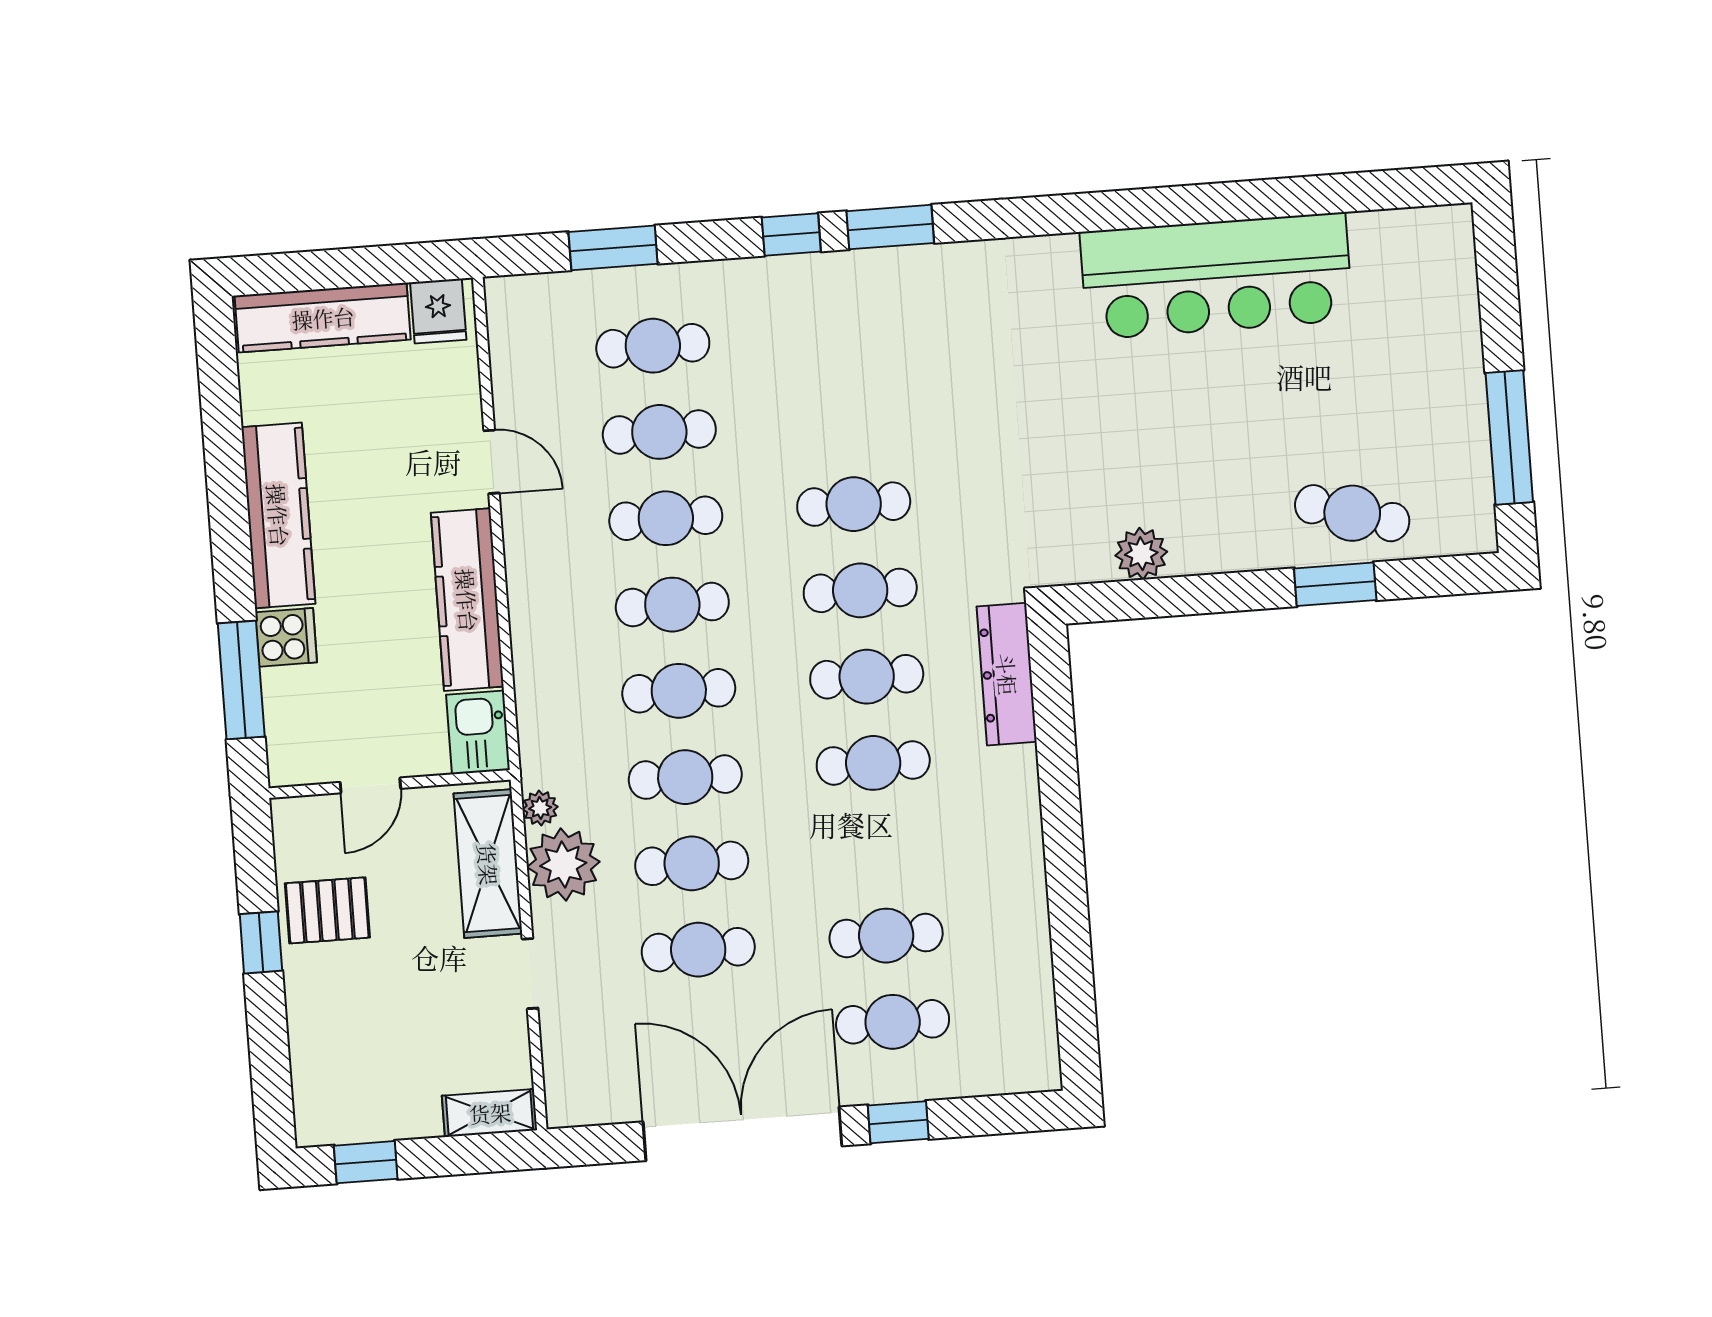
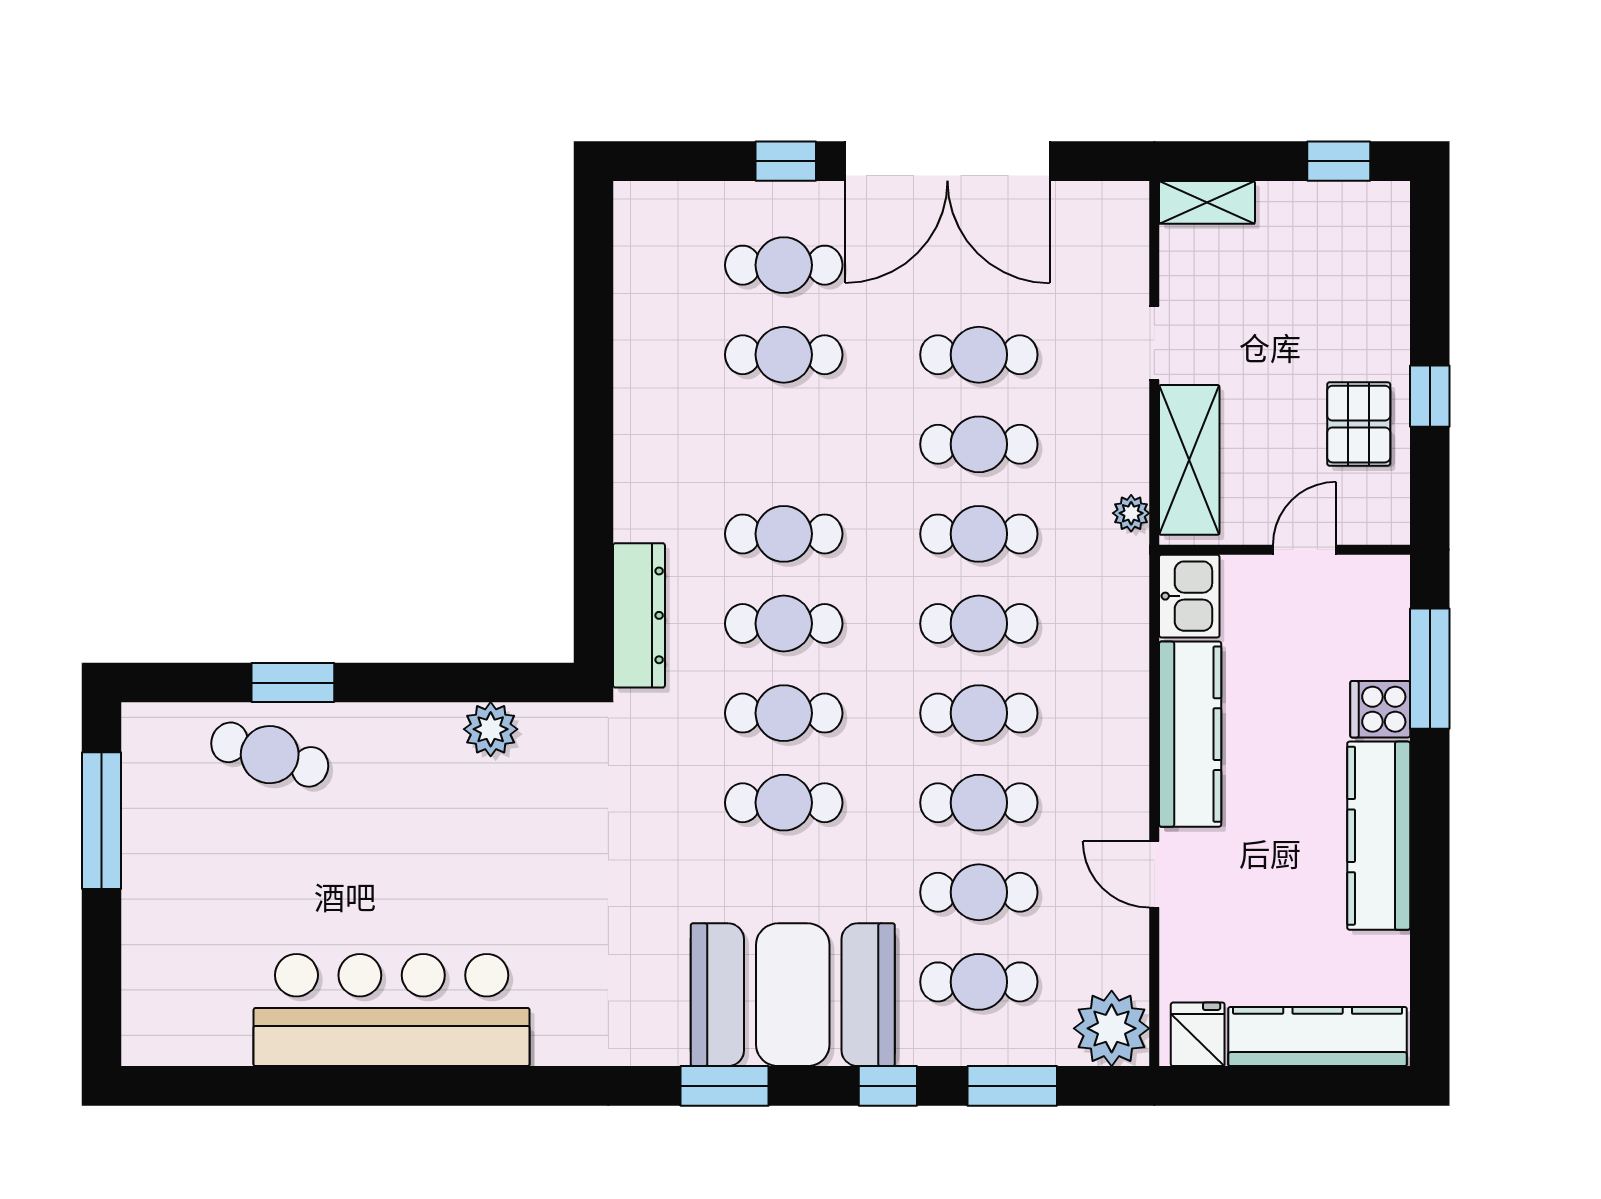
window: (791, 235) -> (888, 1086), moved
booth: (831, 320) -> (793, 995), added
plant: (563, 864) -> (1112, 1028), moved
pallet: (327, 910) -> (1359, 424), turned 90

